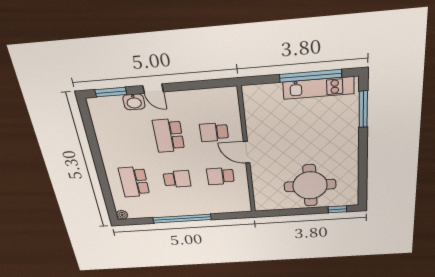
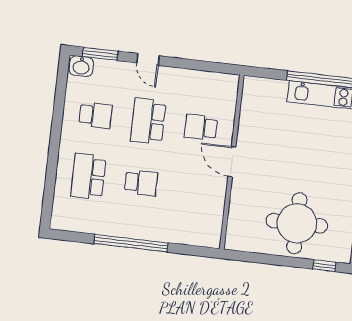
washbasin: (134, 102) -> (81, 66), moved
school desk: (220, 176) -> (96, 115), moved, turned 180
plant: (122, 215) -> (58, 223), removed

